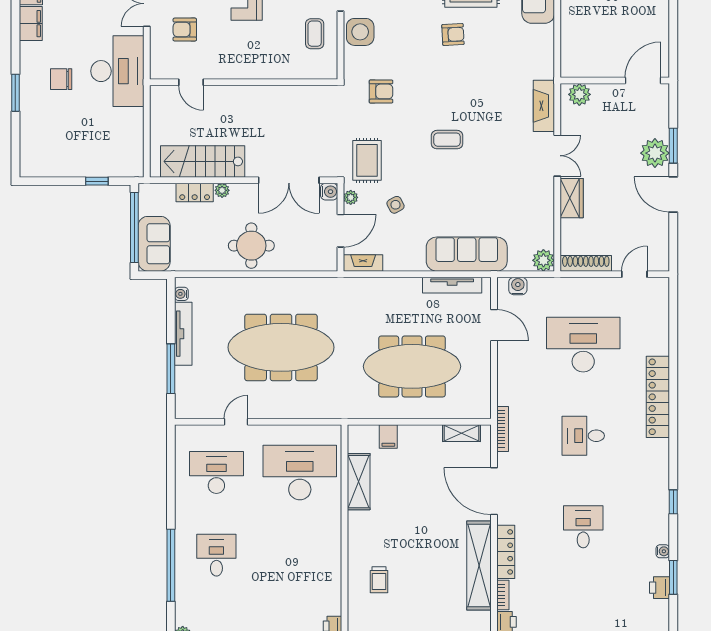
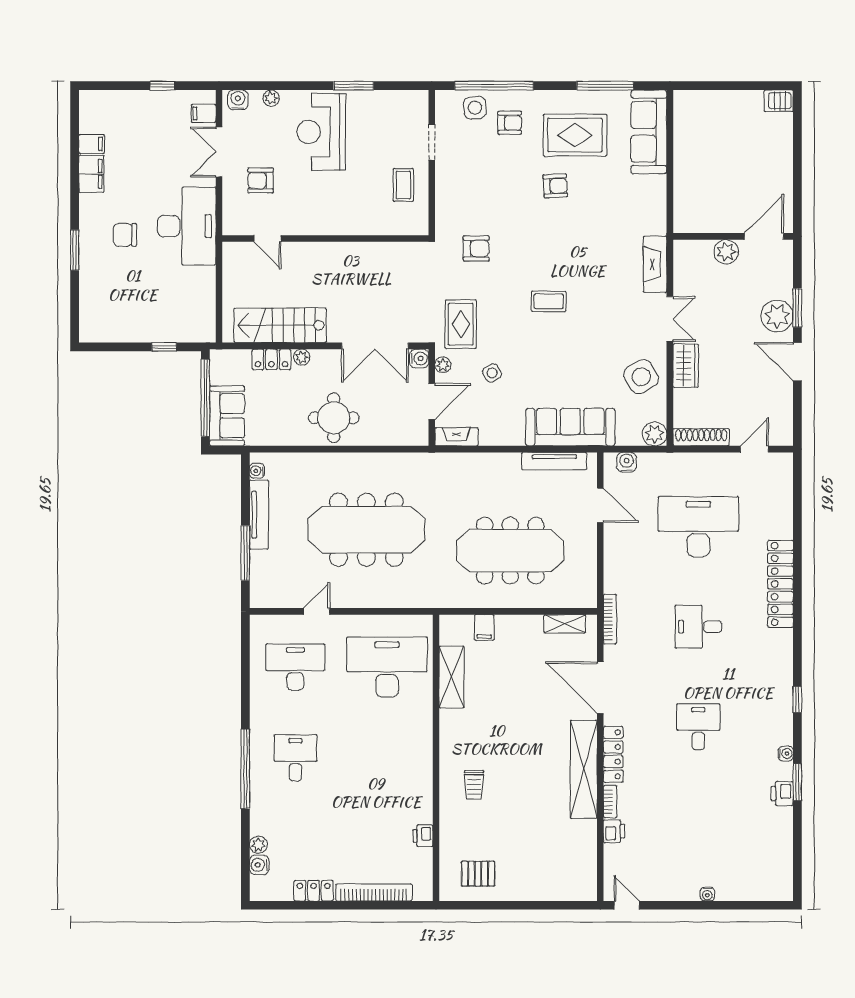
side table: (360, 32) -> (641, 377), moved, turned -30
plant: (579, 94) -> (726, 252), moved

